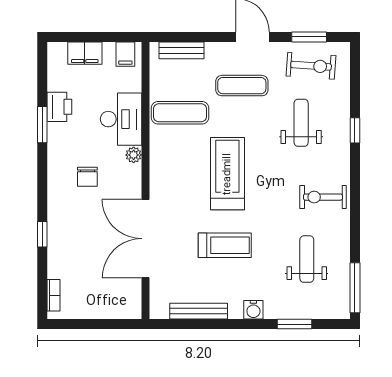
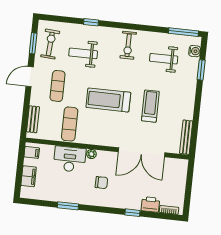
printer: (59, 107) -> (150, 204), moved
water cooler: (253, 310) -> (195, 51), moved
bench: (199, 311) -> (186, 137), moved

